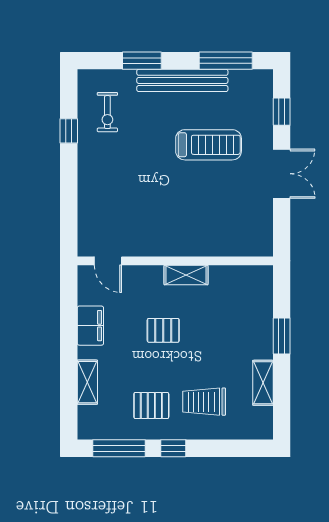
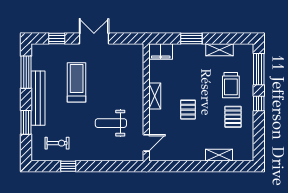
weight bench: (141, 202) -> (111, 123), added
filing cabinet: (90, 326) -> (161, 51), moved, turned 180
window: (119, 448) -> (259, 69), moved

